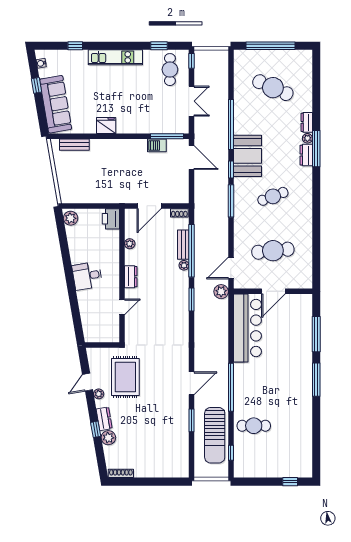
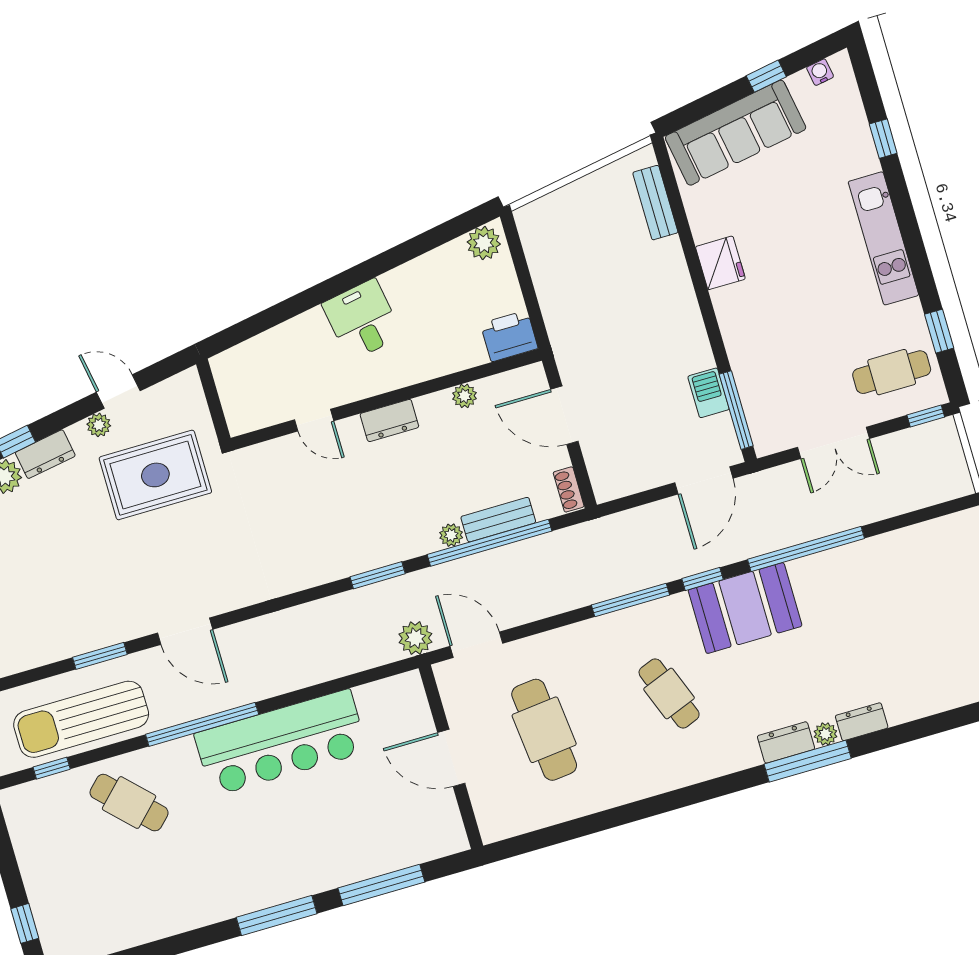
cafe table: (273, 88) -> (919, 621), removed
bar counter: (247, 328) -> (281, 743), moved
cafe table: (254, 426) -> (129, 803), turned -45

